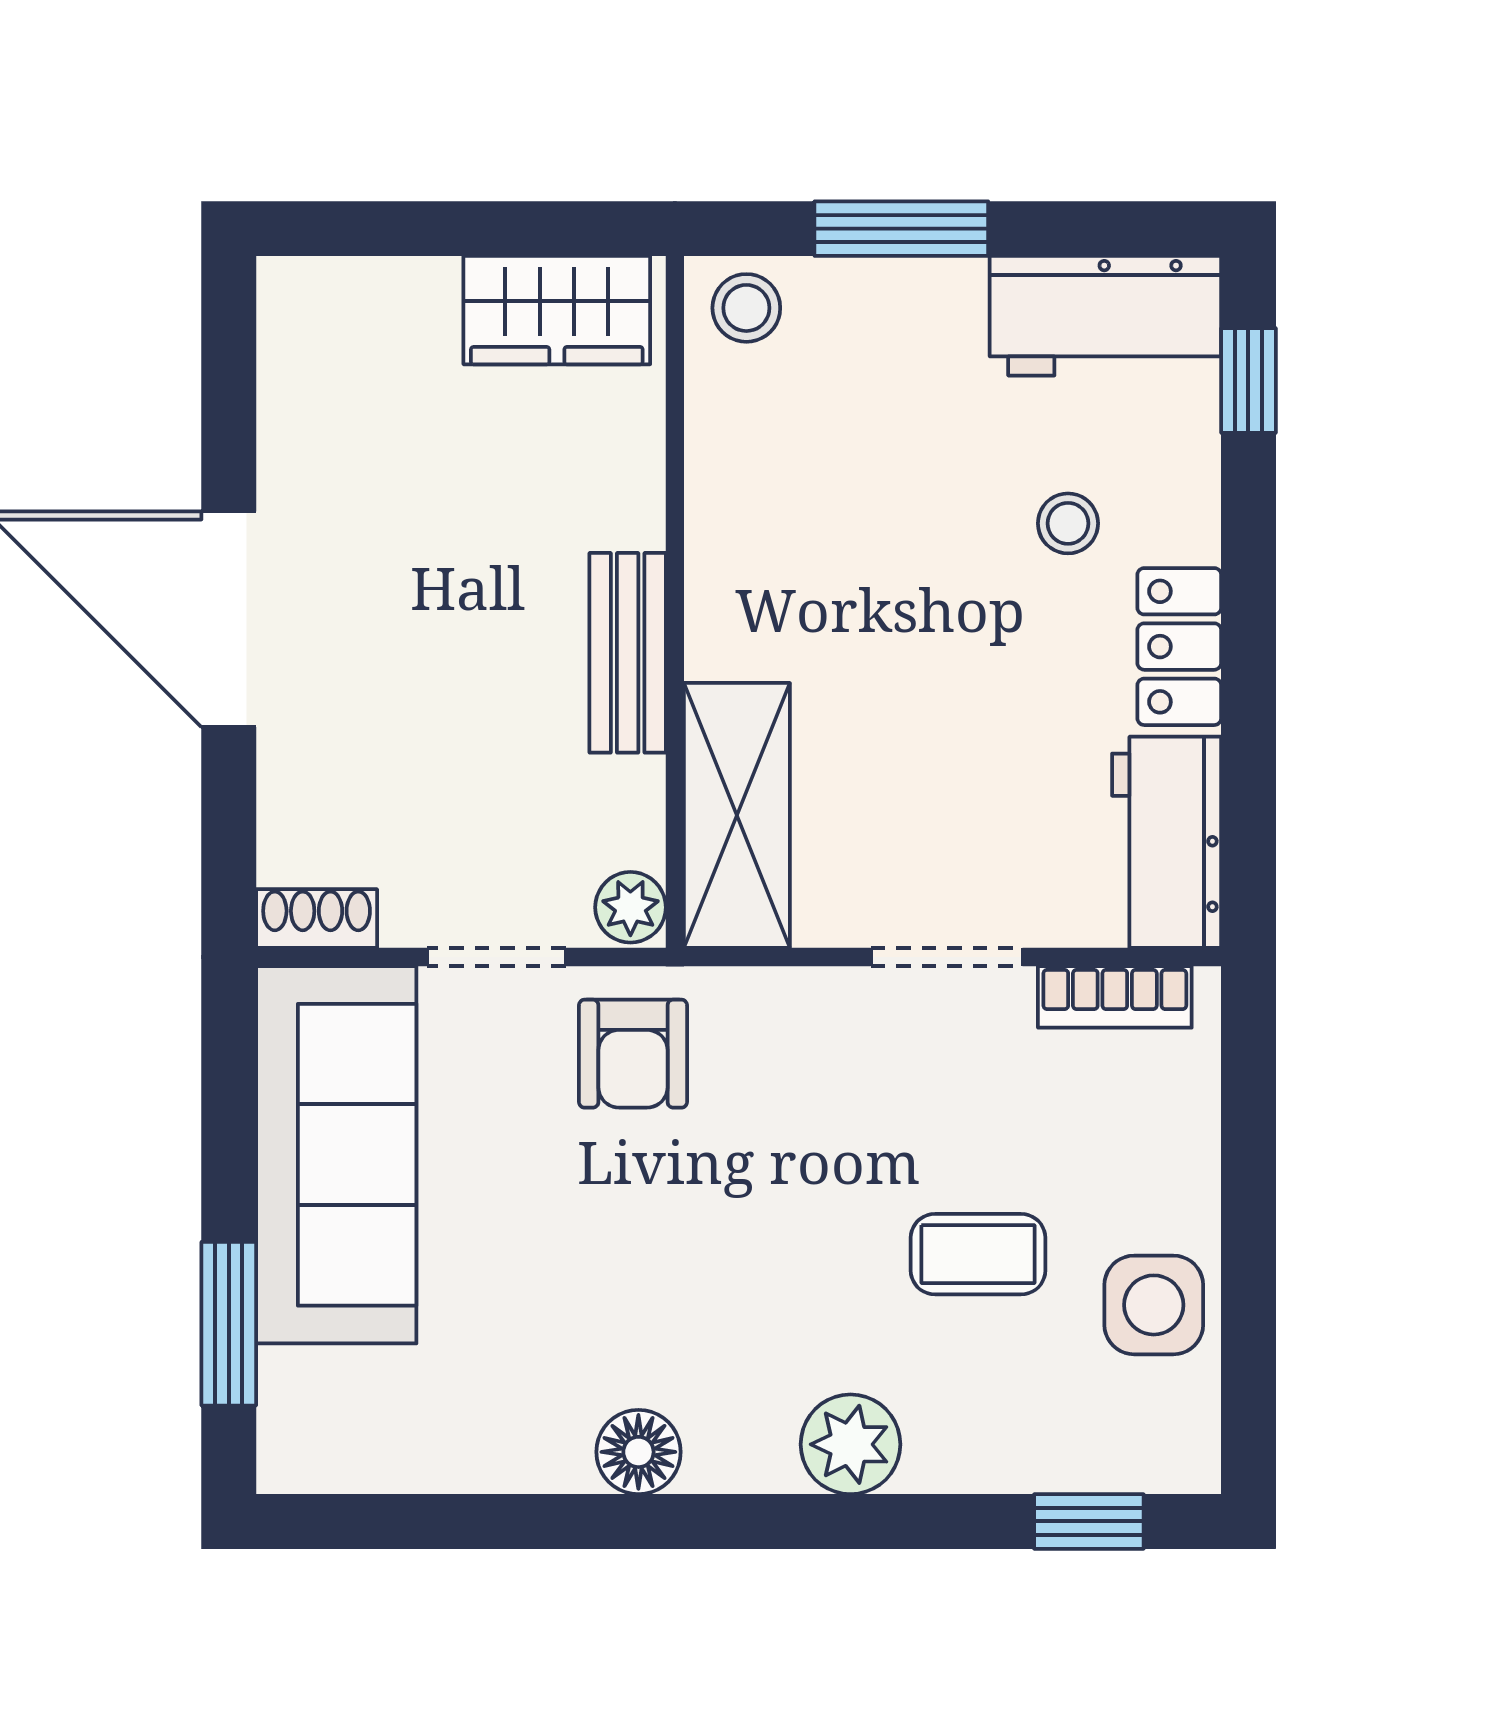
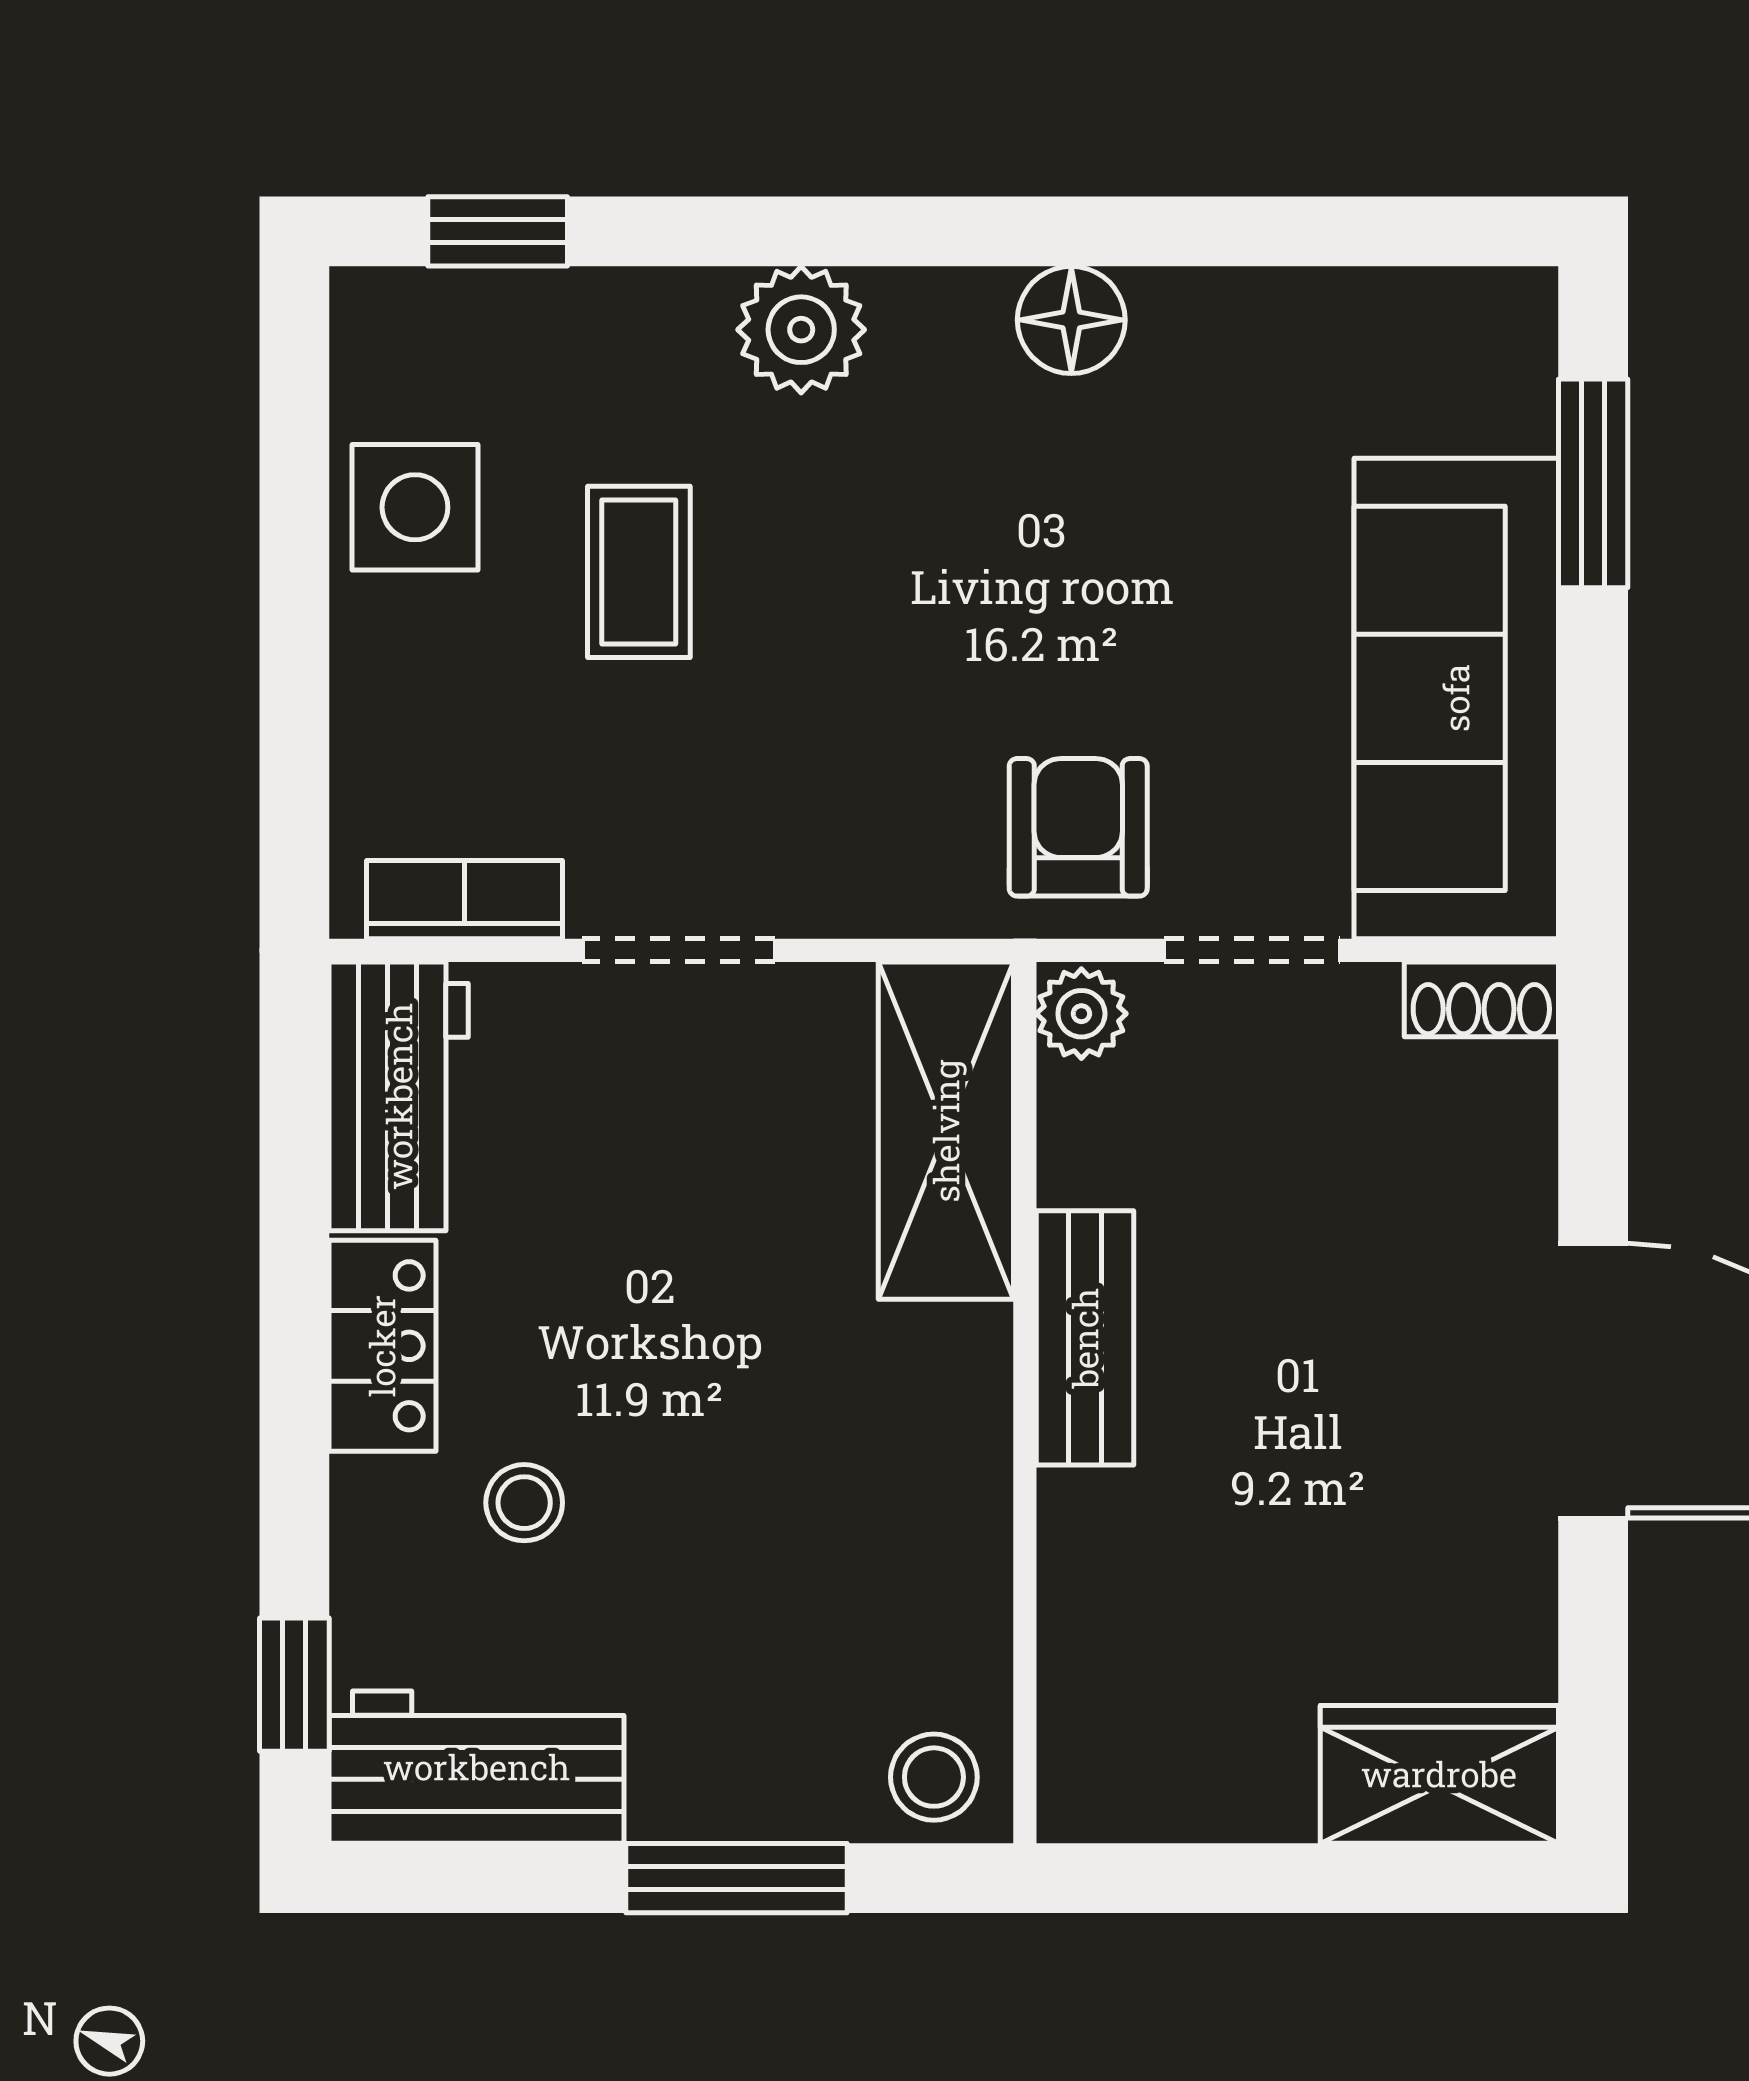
wardrobe: (557, 310) -> (1439, 1774), moved
coffee table: (978, 1254) -> (639, 572), turned 90

